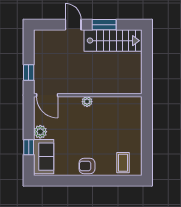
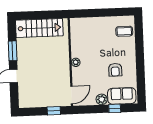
stairs: (113, 41) -> (39, 28), moved, turned 90
armchair: (87, 166) -> (115, 70), moved

